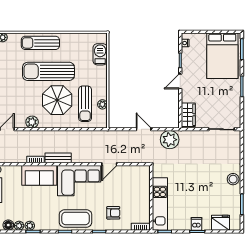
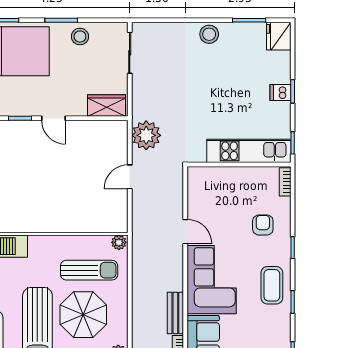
stool: (232, 98) -> (80, 37), added
plant: (102, 104) -> (119, 242), moved
coffee table: (76, 218) -> (272, 285), width x0.73, depth x0.76
fridge: (221, 223) -> (279, 36), moved

